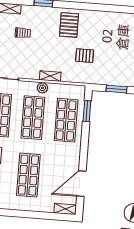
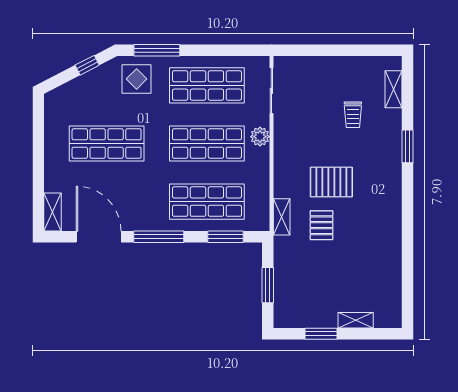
pallet: (69, 25) -> (331, 182), moved
shelving: (50, 76) -> (282, 217), moved
plant: (42, 88) -> (260, 137), moved
window: (84, 149) -> (159, 237), added

